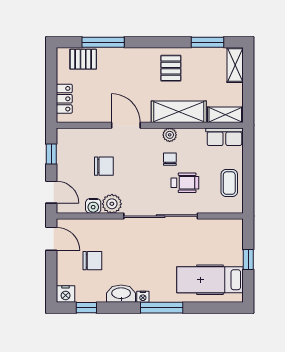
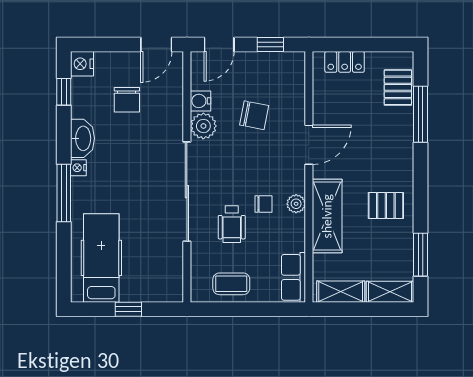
shelving: (225, 115) -> (341, 292), moved, turned 90
chair: (104, 166) -> (254, 115), turned -79

